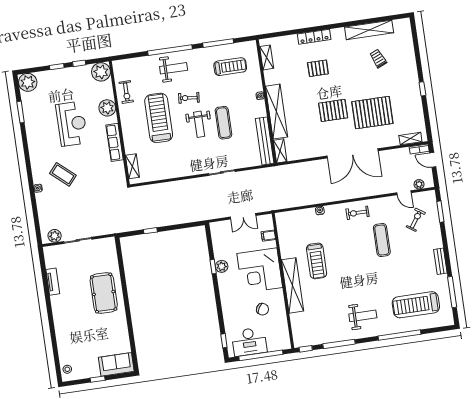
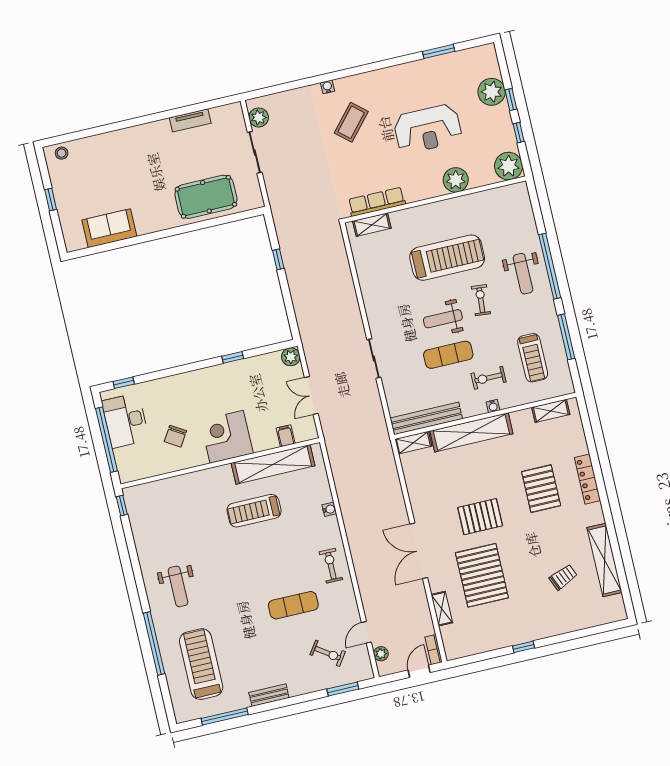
pallet: (318, 68) -> (541, 489), width x1.50, depth x1.42
plant: (28, 82) -> (492, 92), moved
exercise bike: (126, 92) -> (489, 378), moved
pallet: (333, 110) -> (480, 517), turned 90
shelving: (410, 139) -> (442, 609), moved
row of seats: (115, 142) -> (377, 202), moved
double door: (353, 153) -> (419, 551), width x0.73
plant: (222, 266) -> (291, 357), moved
corner desk: (260, 271) -> (227, 437), width x0.74, depth x0.74
shelving: (293, 285) -> (273, 464), moved
pool table: (104, 293) -> (206, 197), moved
window: (339, 344) -> (133, 555), removed
sofa: (116, 364) -> (109, 228), moved, turned -90

